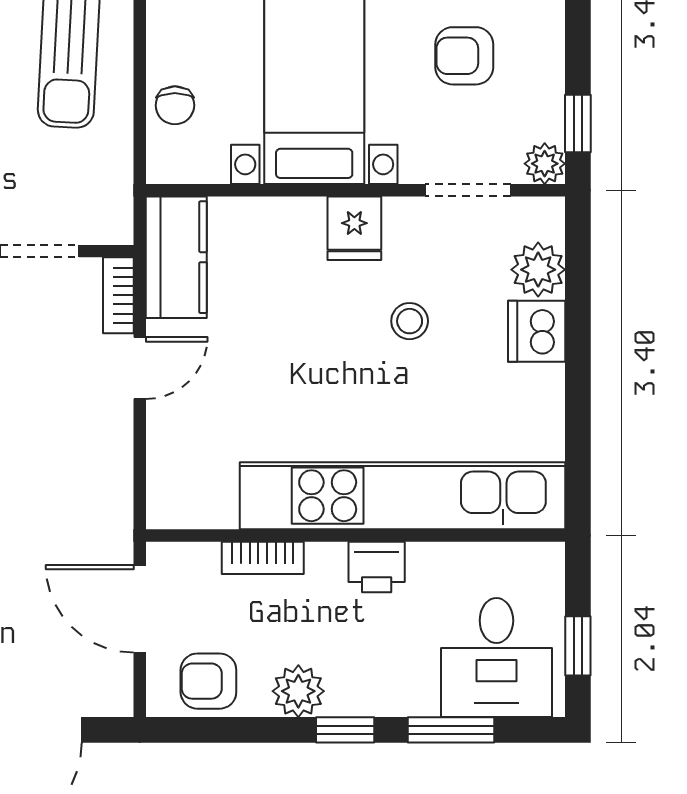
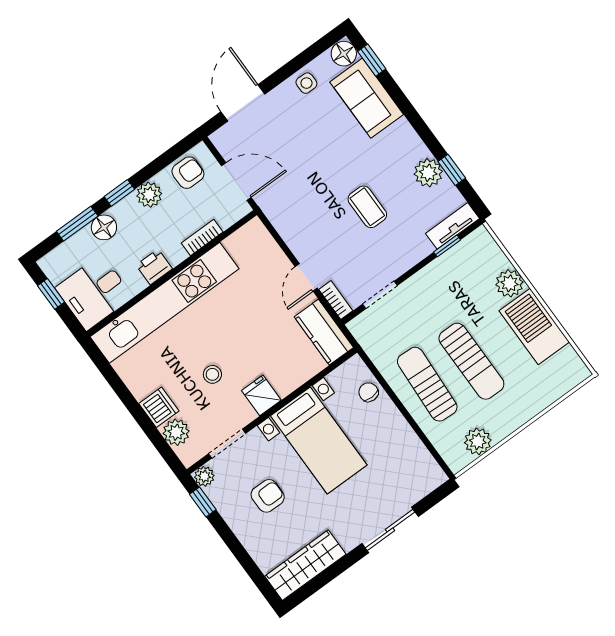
desk: (496, 657) -> (94, 292), moved, turned -90
floor lamp: (412, 692) -> (104, 227), added

